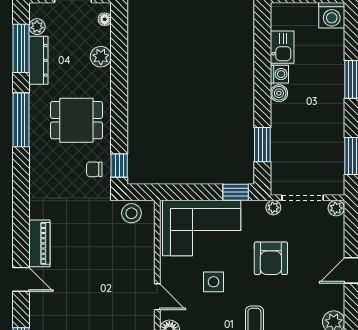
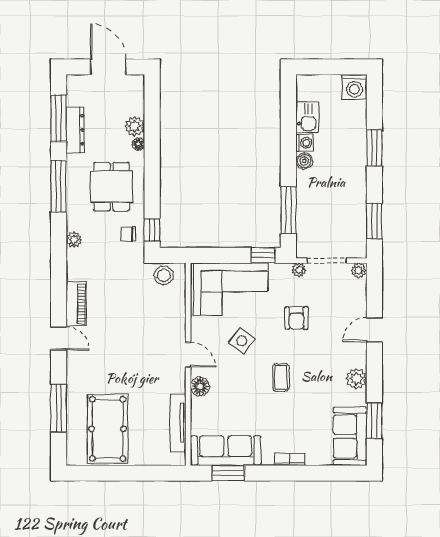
floor lamp: (105, 19) -> (138, 144), moved
plant: (37, 27) -> (74, 240), moved
dining table: (76, 120) -> (111, 187), turned 90
window: (262, 145) -> (288, 210), width x1.44
armchair: (271, 258) -> (297, 318), width x0.72, depth x0.72
side table: (213, 282) -> (242, 341), turned 37

